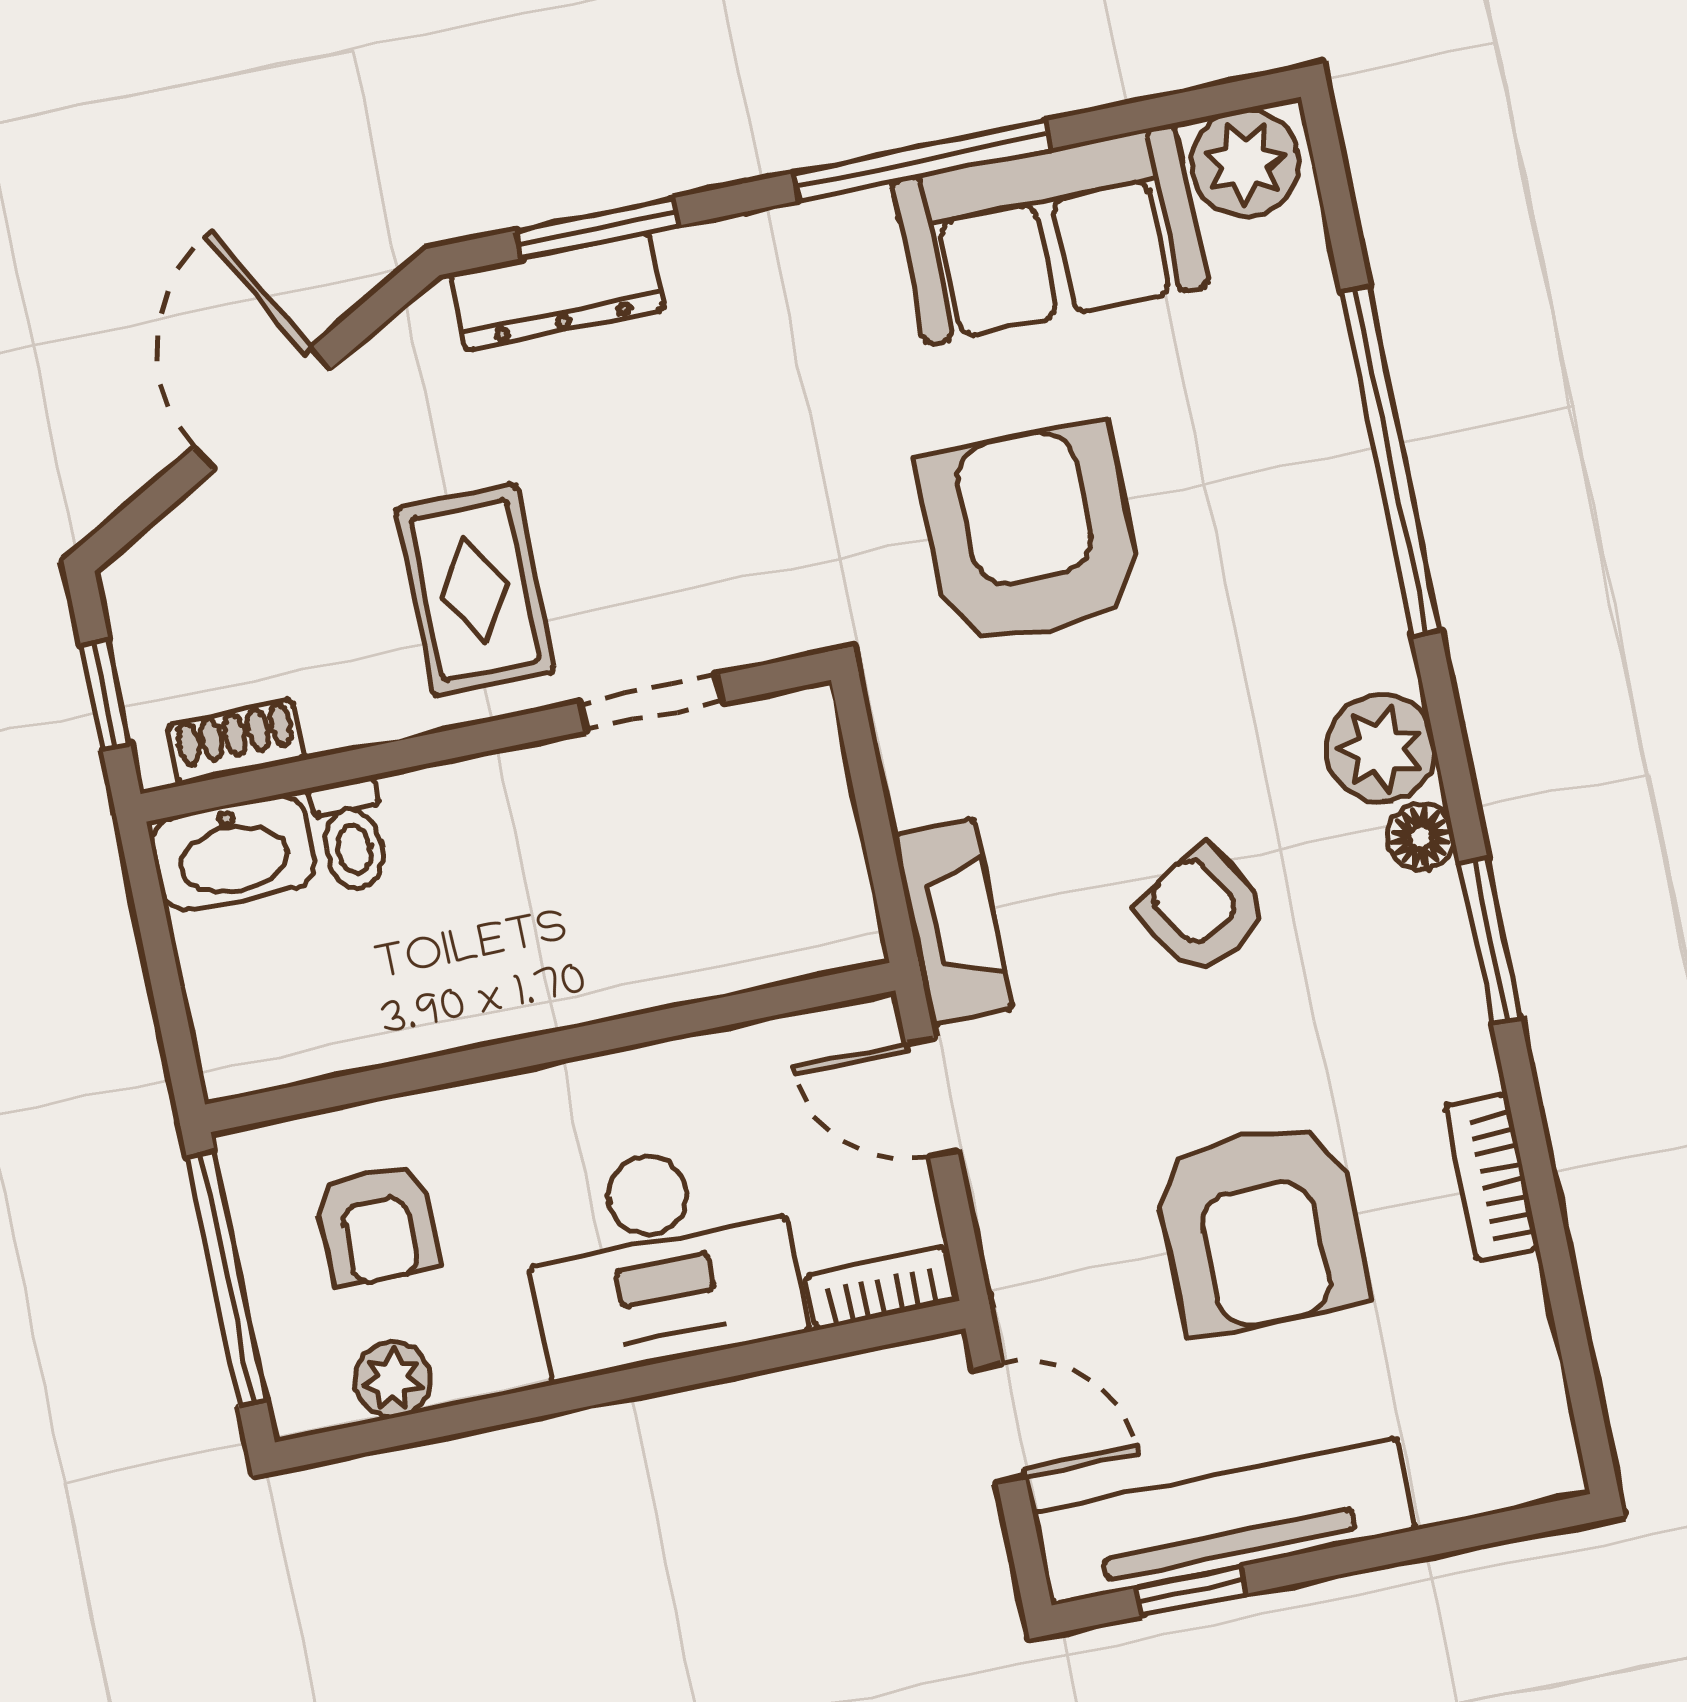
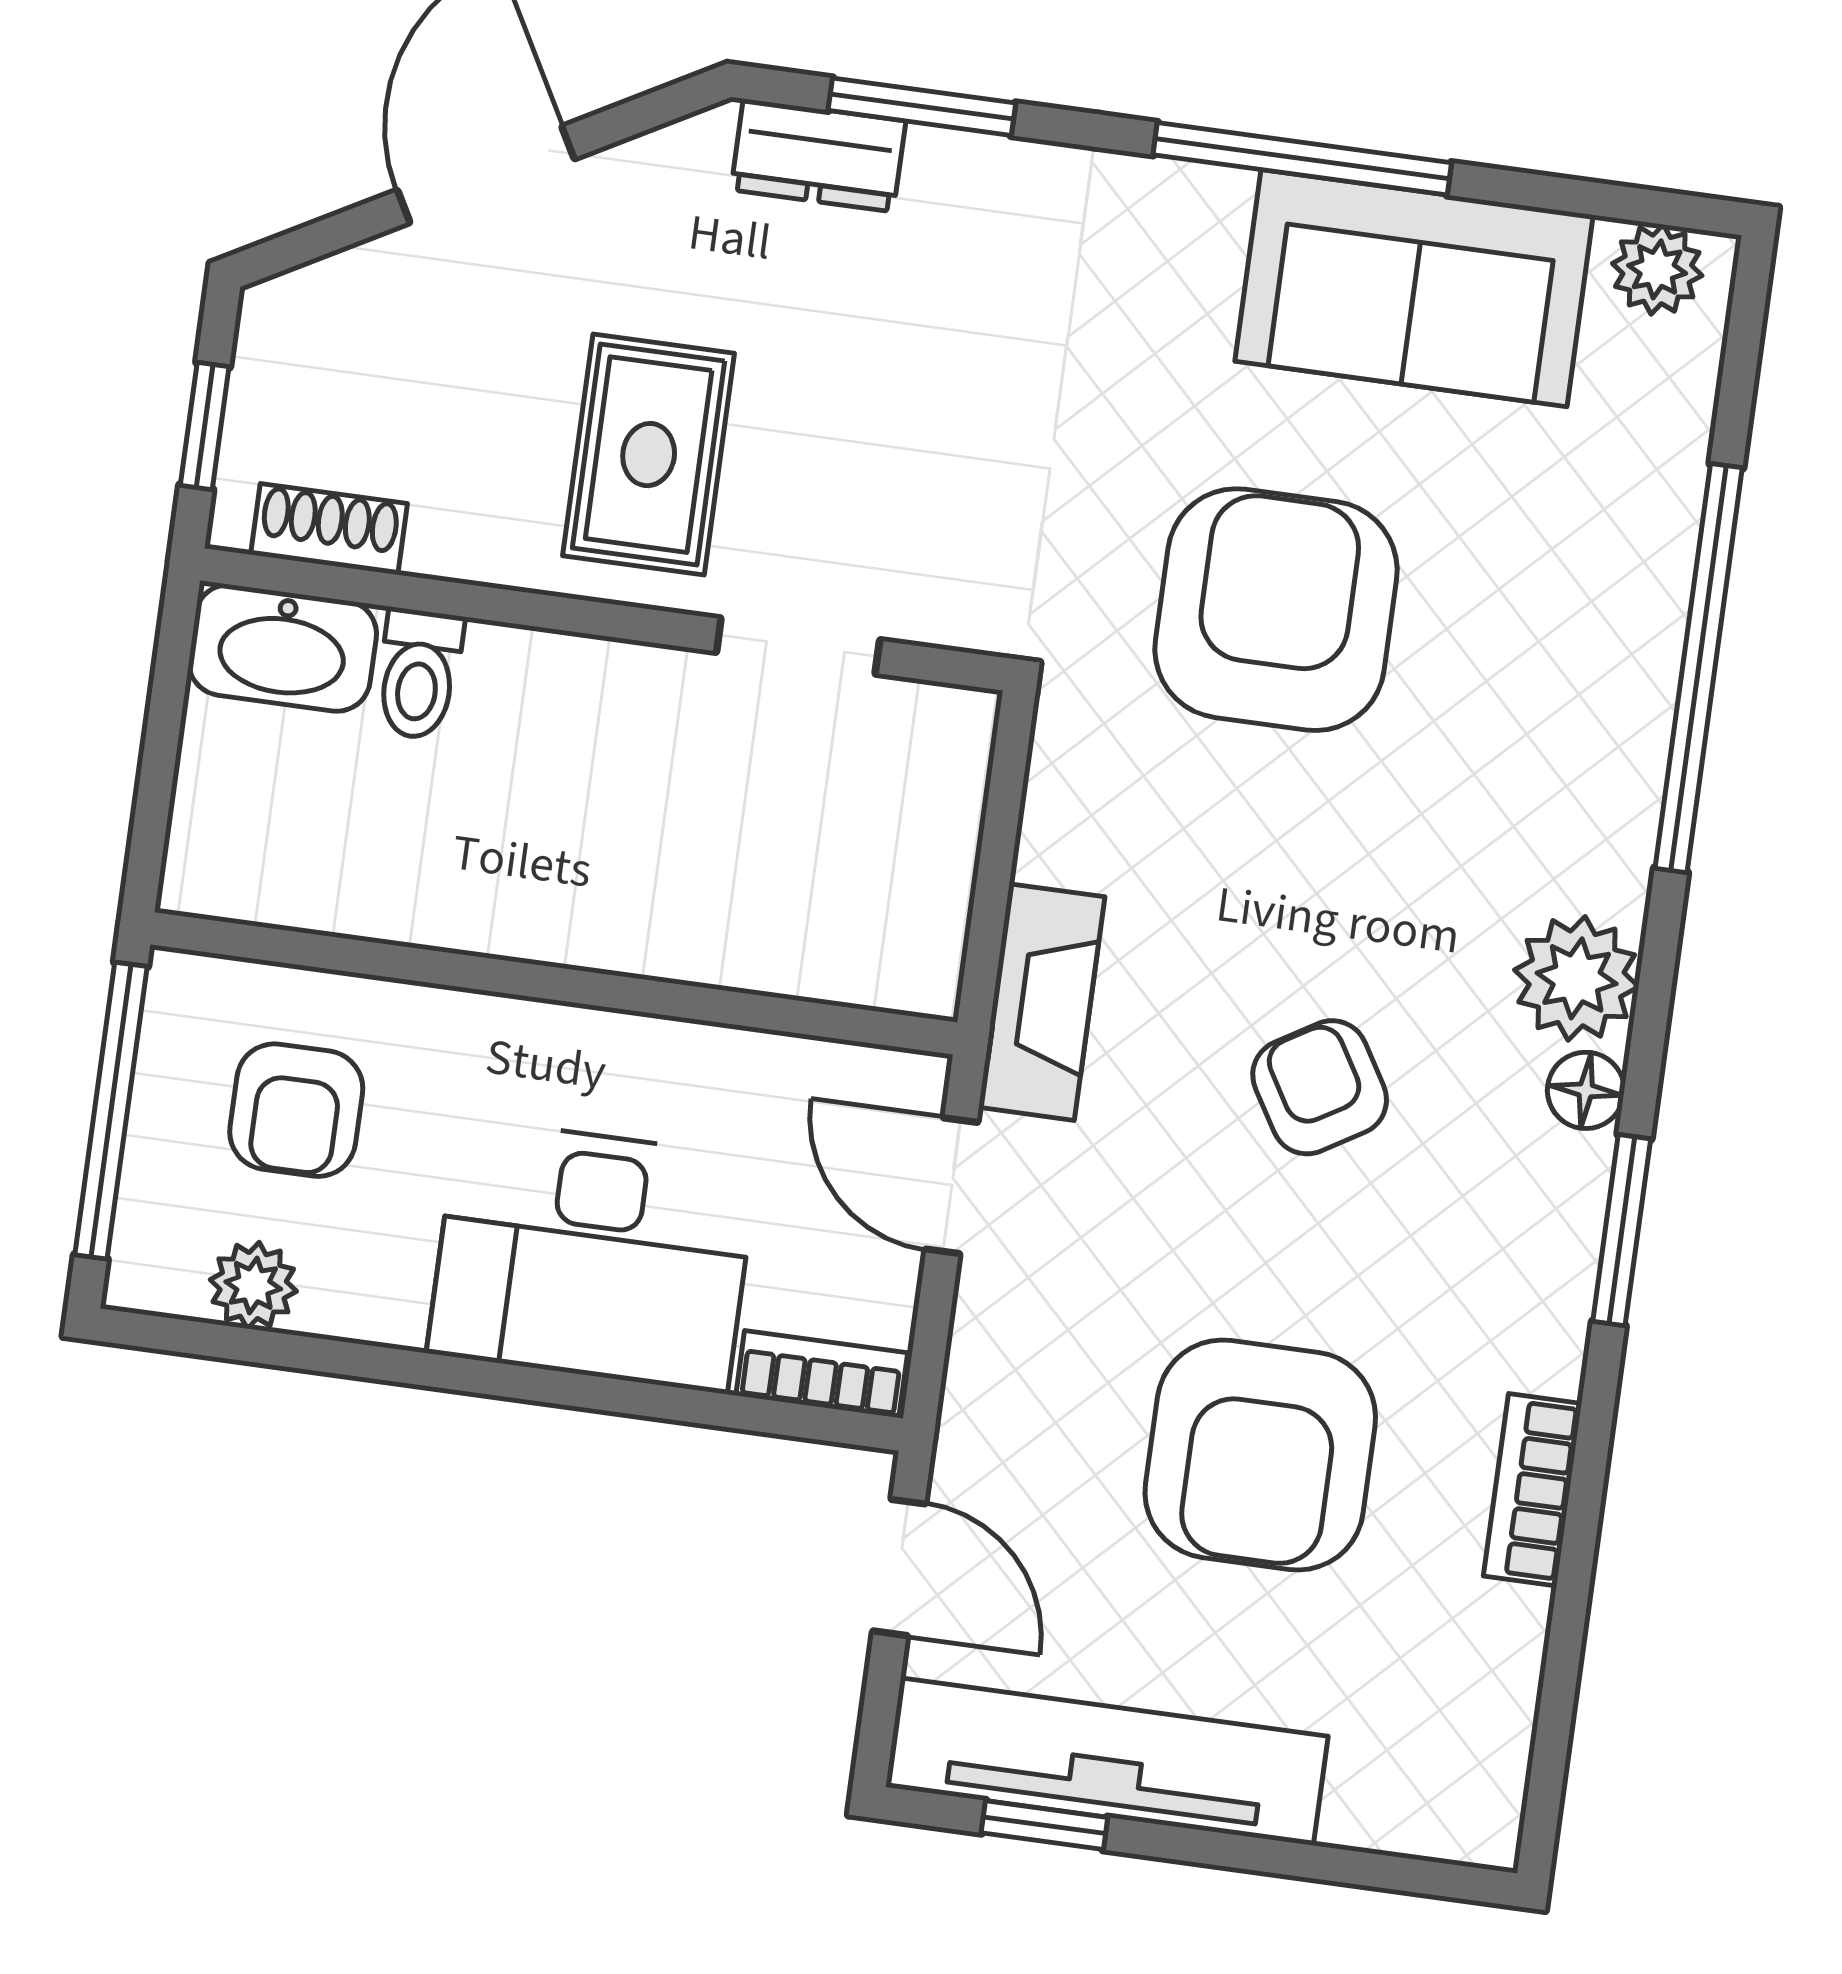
plant: (1245, 163) -> (1657, 269), width x0.73, depth x0.73
dresser: (557, 291) -> (818, 155), width x0.70

